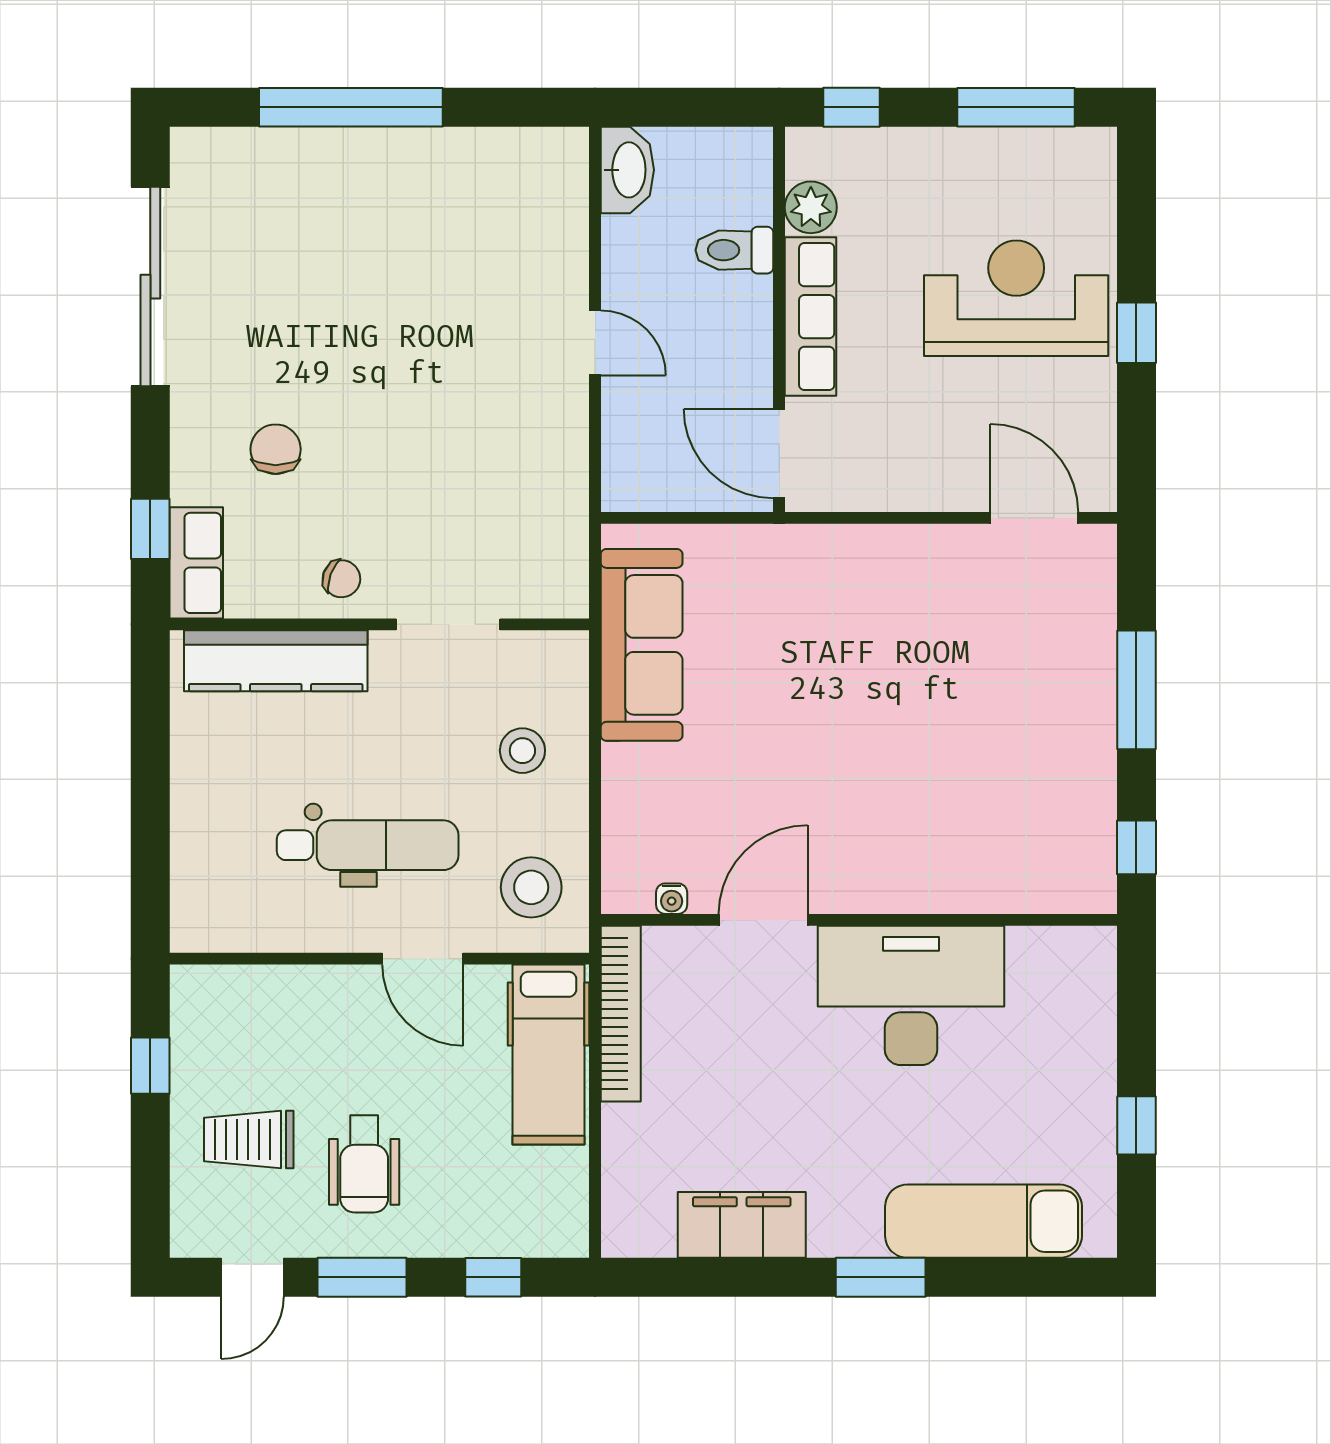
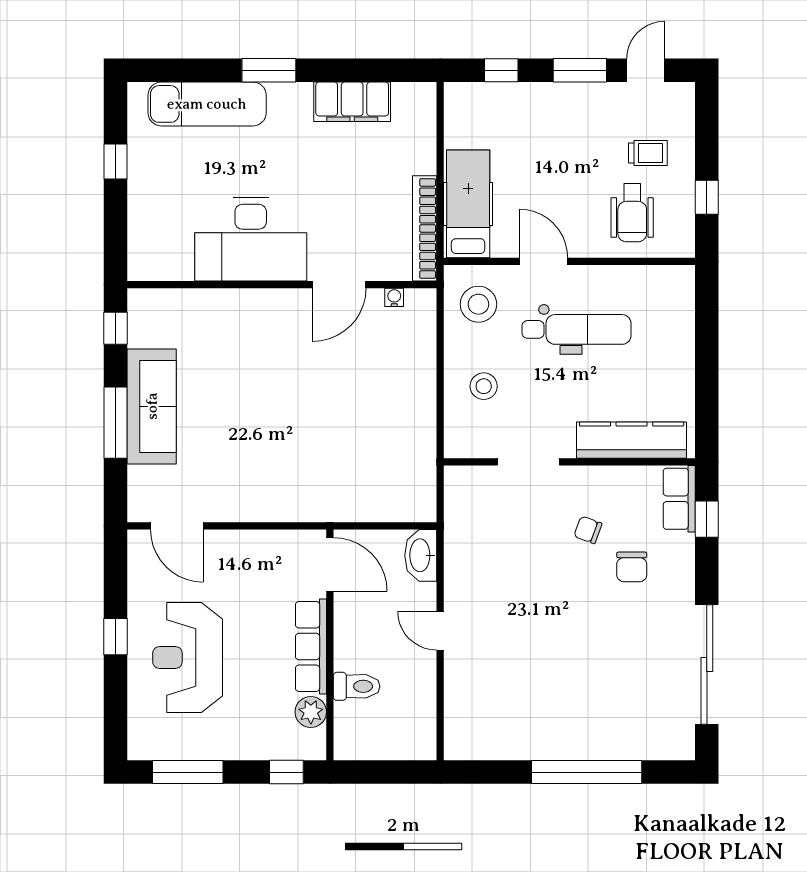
washbasin: (627, 170) -> (421, 555), moved
reception desk: (1016, 298) -> (188, 657), turned 90
chair: (341, 579) -> (588, 530), moved
sofa: (642, 645) -> (152, 406), moved, turned 180
dental chair: (368, 845) -> (577, 329), turned 180
trolley: (249, 1140) -> (648, 153), width x0.73, depth x0.72
wheelchair: (364, 1164) -> (632, 213), moved, turned 180

